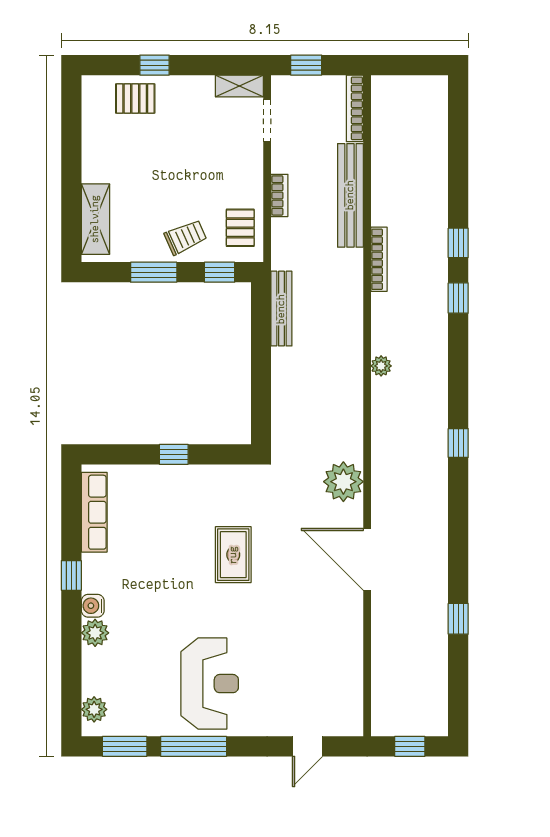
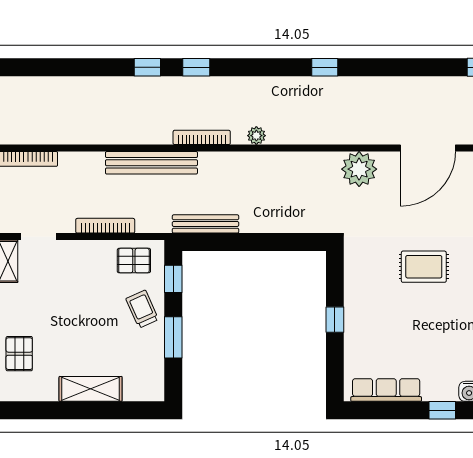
bookcase: (279, 195) -> (105, 226), width x1.56
bench: (350, 195) -> (151, 163), moved
shelving: (95, 219) -> (91, 389), moved
bookcase: (379, 259) -> (202, 137), moved

